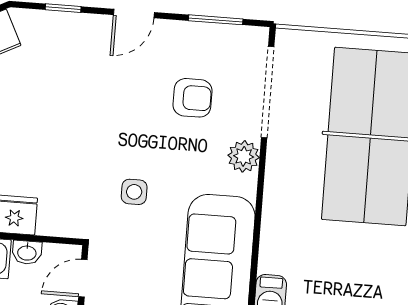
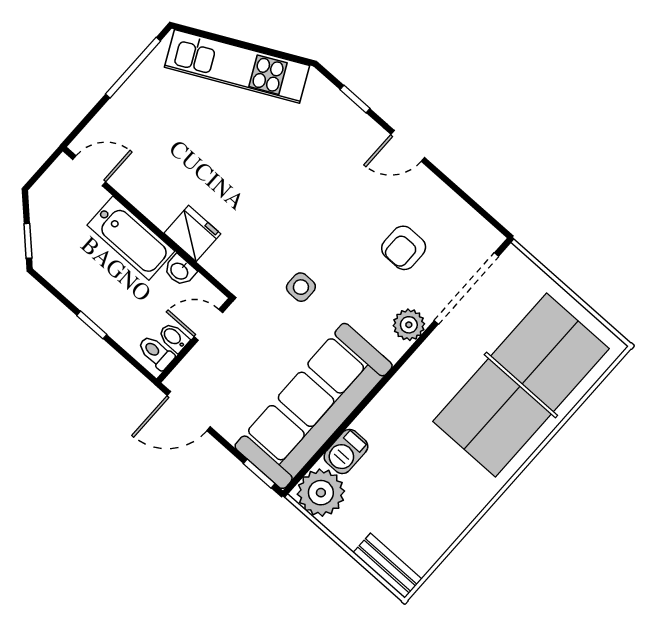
window: (216, 20) -> (469, 200), removed
armchair: (193, 98) -> (404, 248), turned 90

